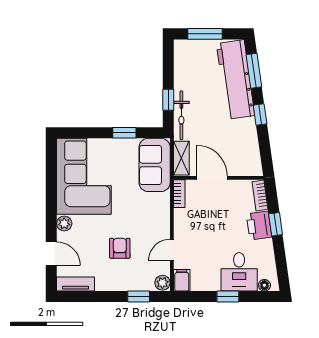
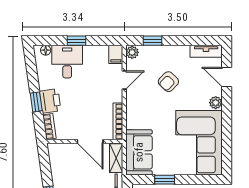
bookcase: (179, 194) -> (118, 121), width x1.56
armchair: (120, 248) -> (168, 82), turned 44

